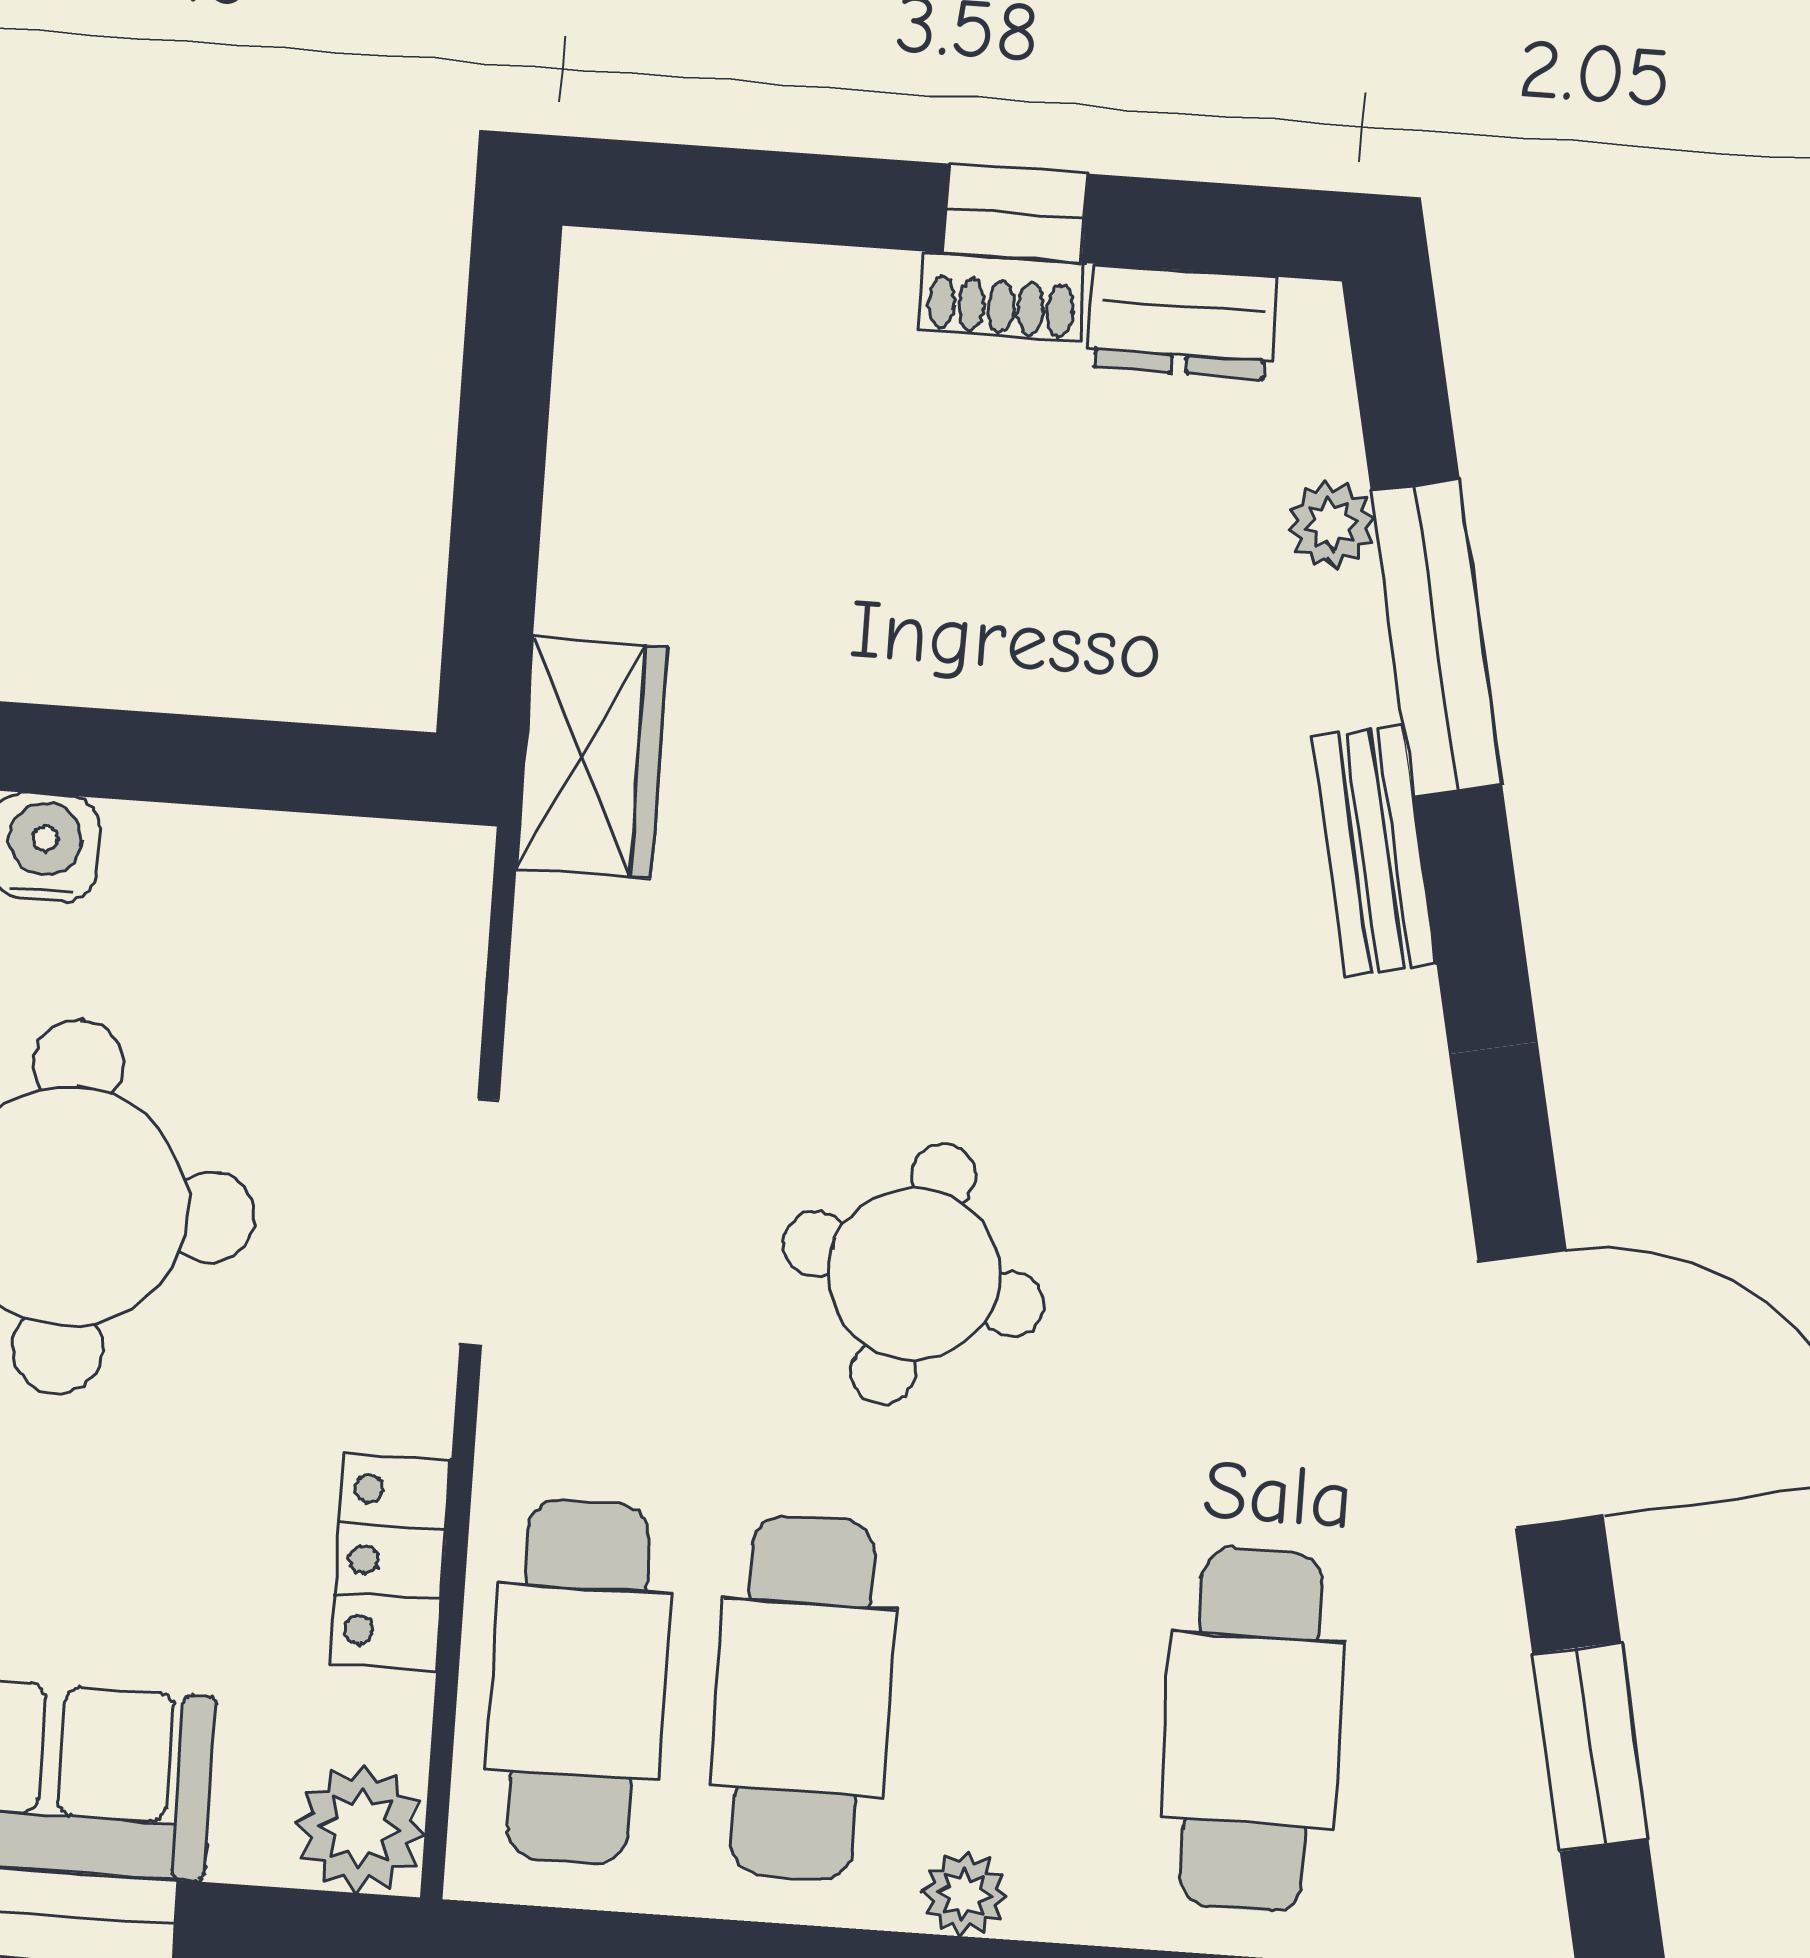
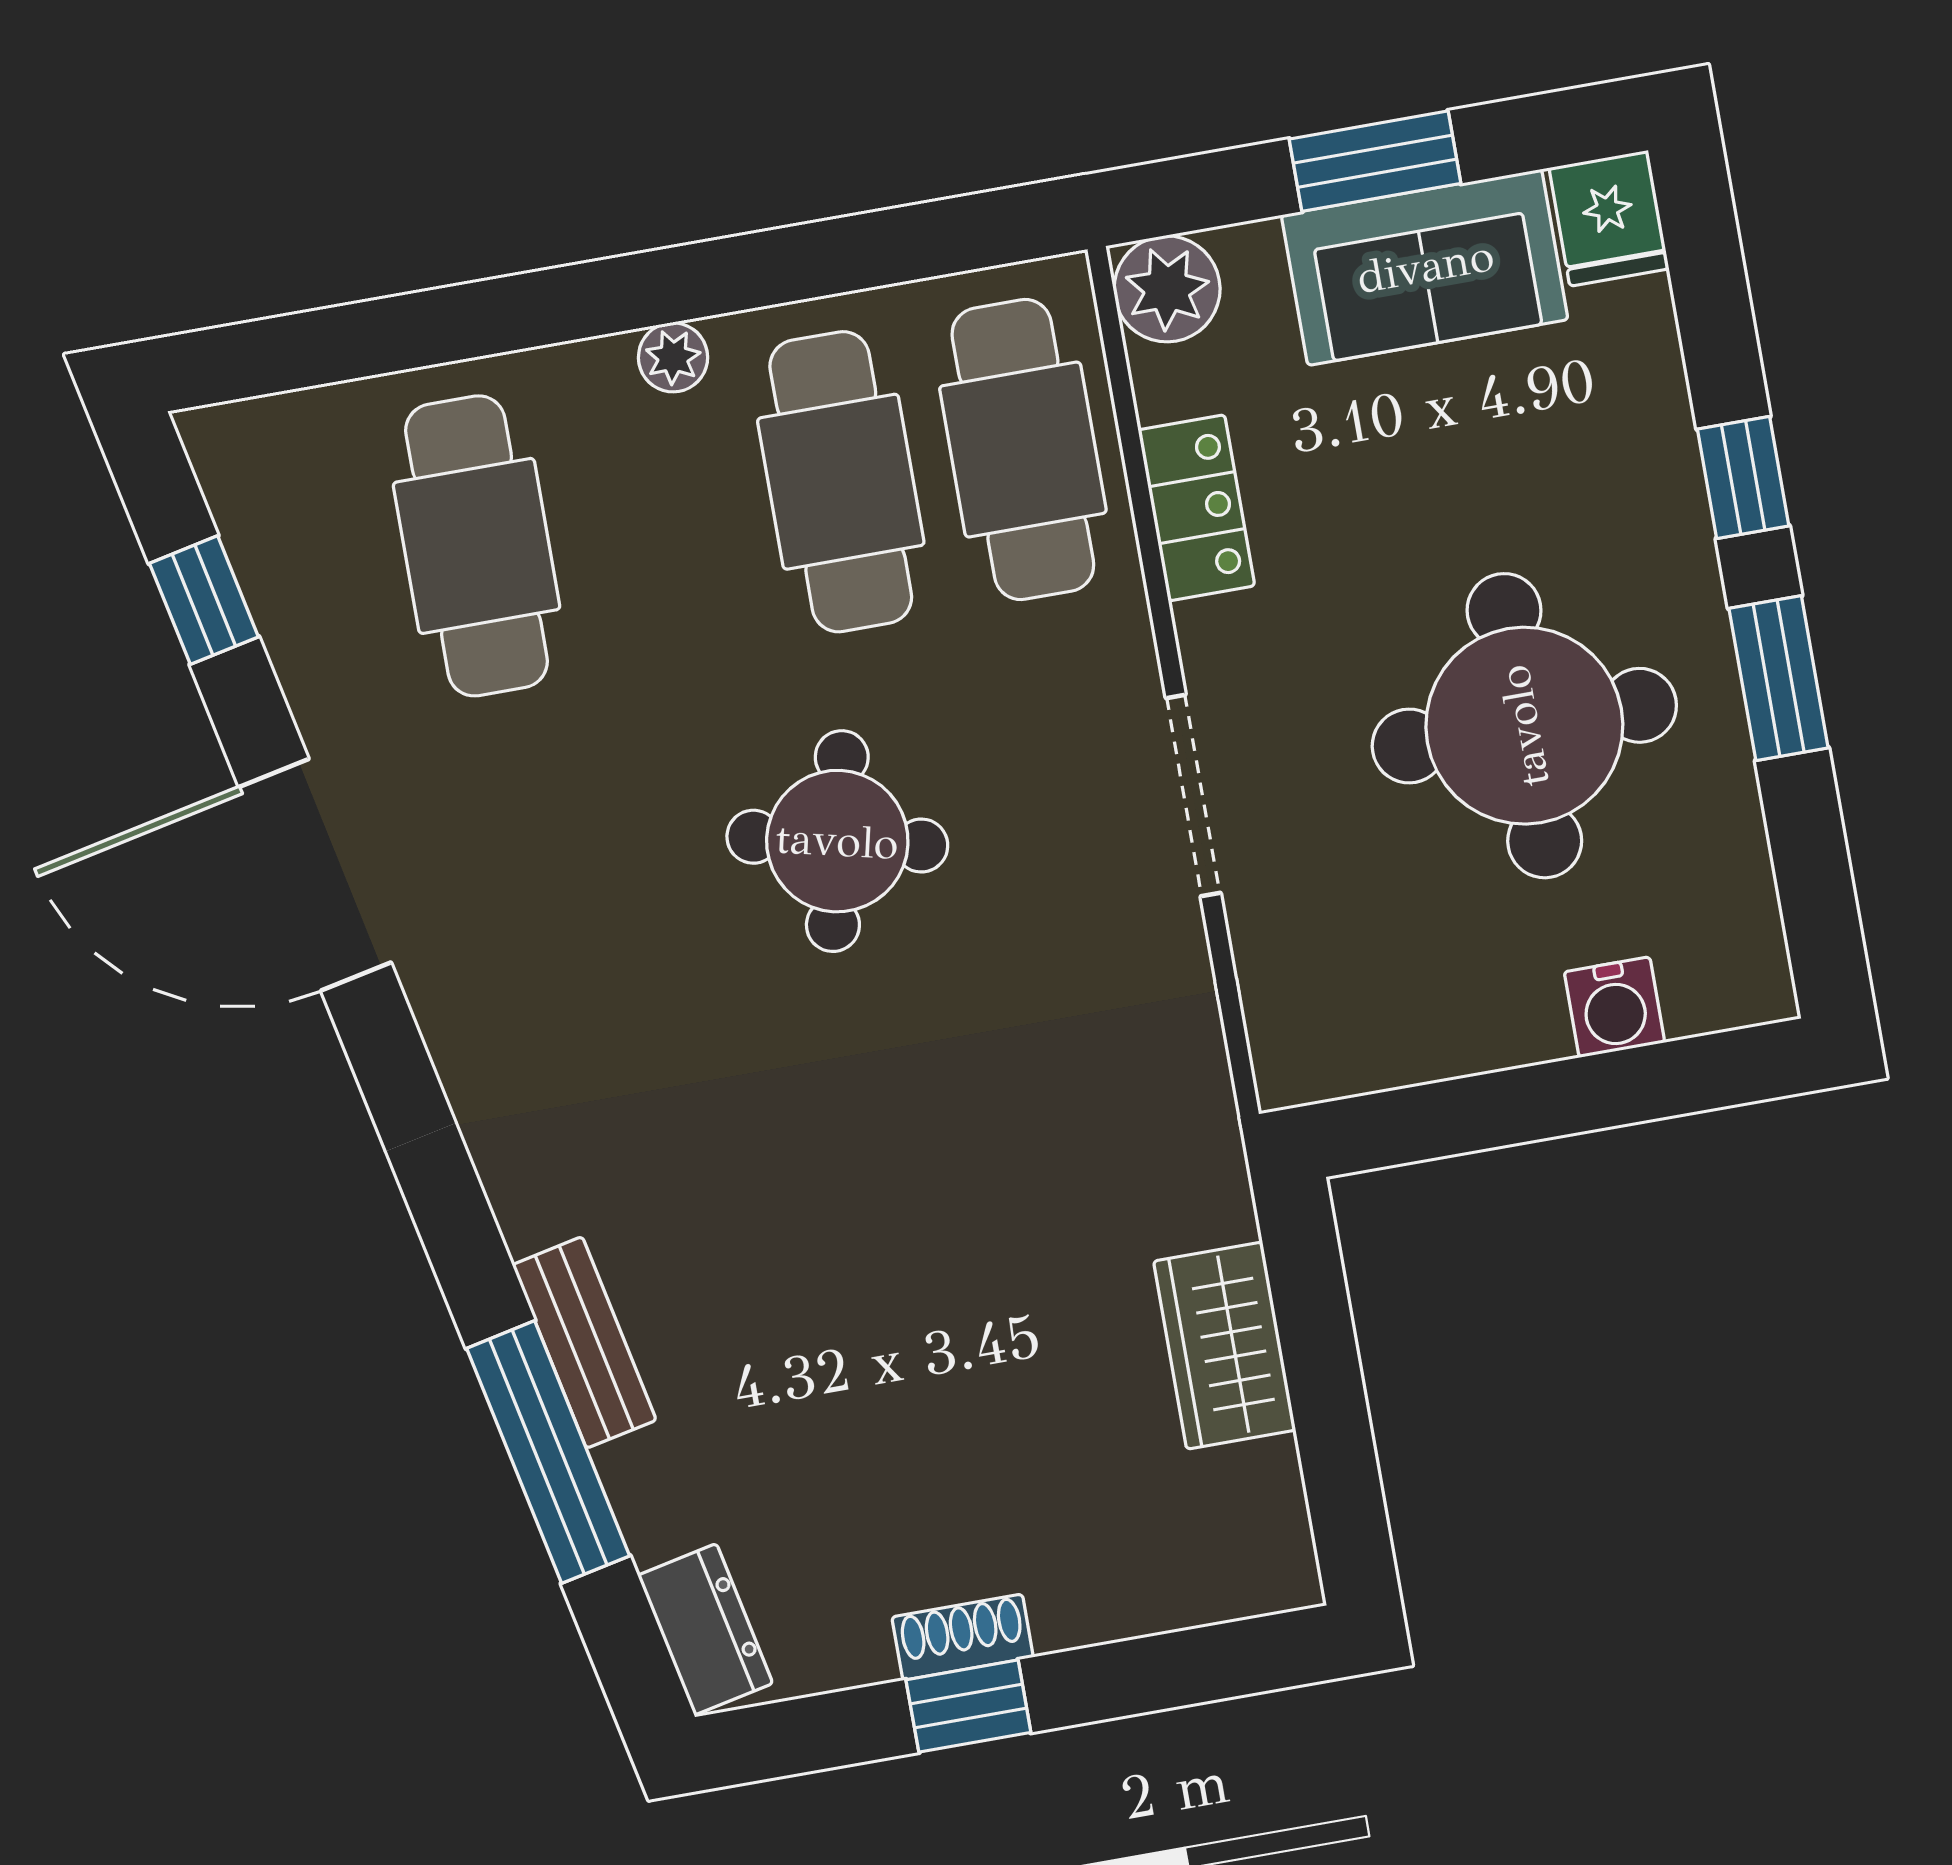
dresser: (1182, 322) -> (705, 1629), moved, turned 78
plant: (1331, 524) -> (655, 1522), removed
wardrobe: (592, 758) -> (1225, 1346), moved
bench: (1374, 850) -> (584, 1342), moved
window: (1590, 1747) -> (204, 600), width x0.67

